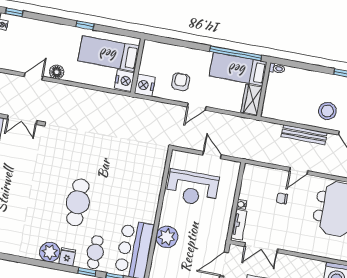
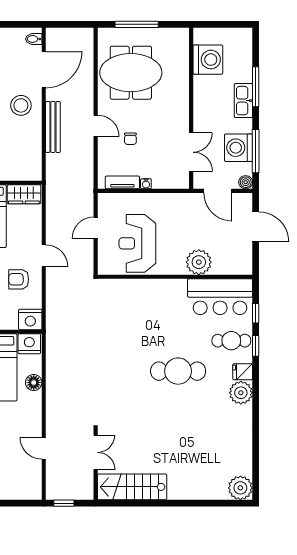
floor lamp: (57, 72) -> (34, 383), moved
reception desk: (192, 188) -> (137, 243), turned 180
tv unit: (239, 225) -> (122, 182), moved

